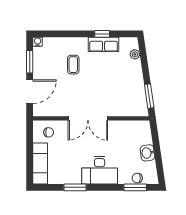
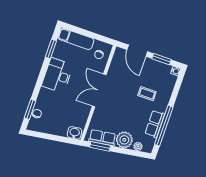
window: (102, 34) -> (164, 126), width x3.17
plant: (133, 72) -> (124, 140), added
row of seats: (139, 97) -> (102, 138), added
washbasin: (147, 153) -> (75, 133), moved
desk: (100, 170) -> (57, 75), moved
window: (75, 187) -> (51, 49), moved

